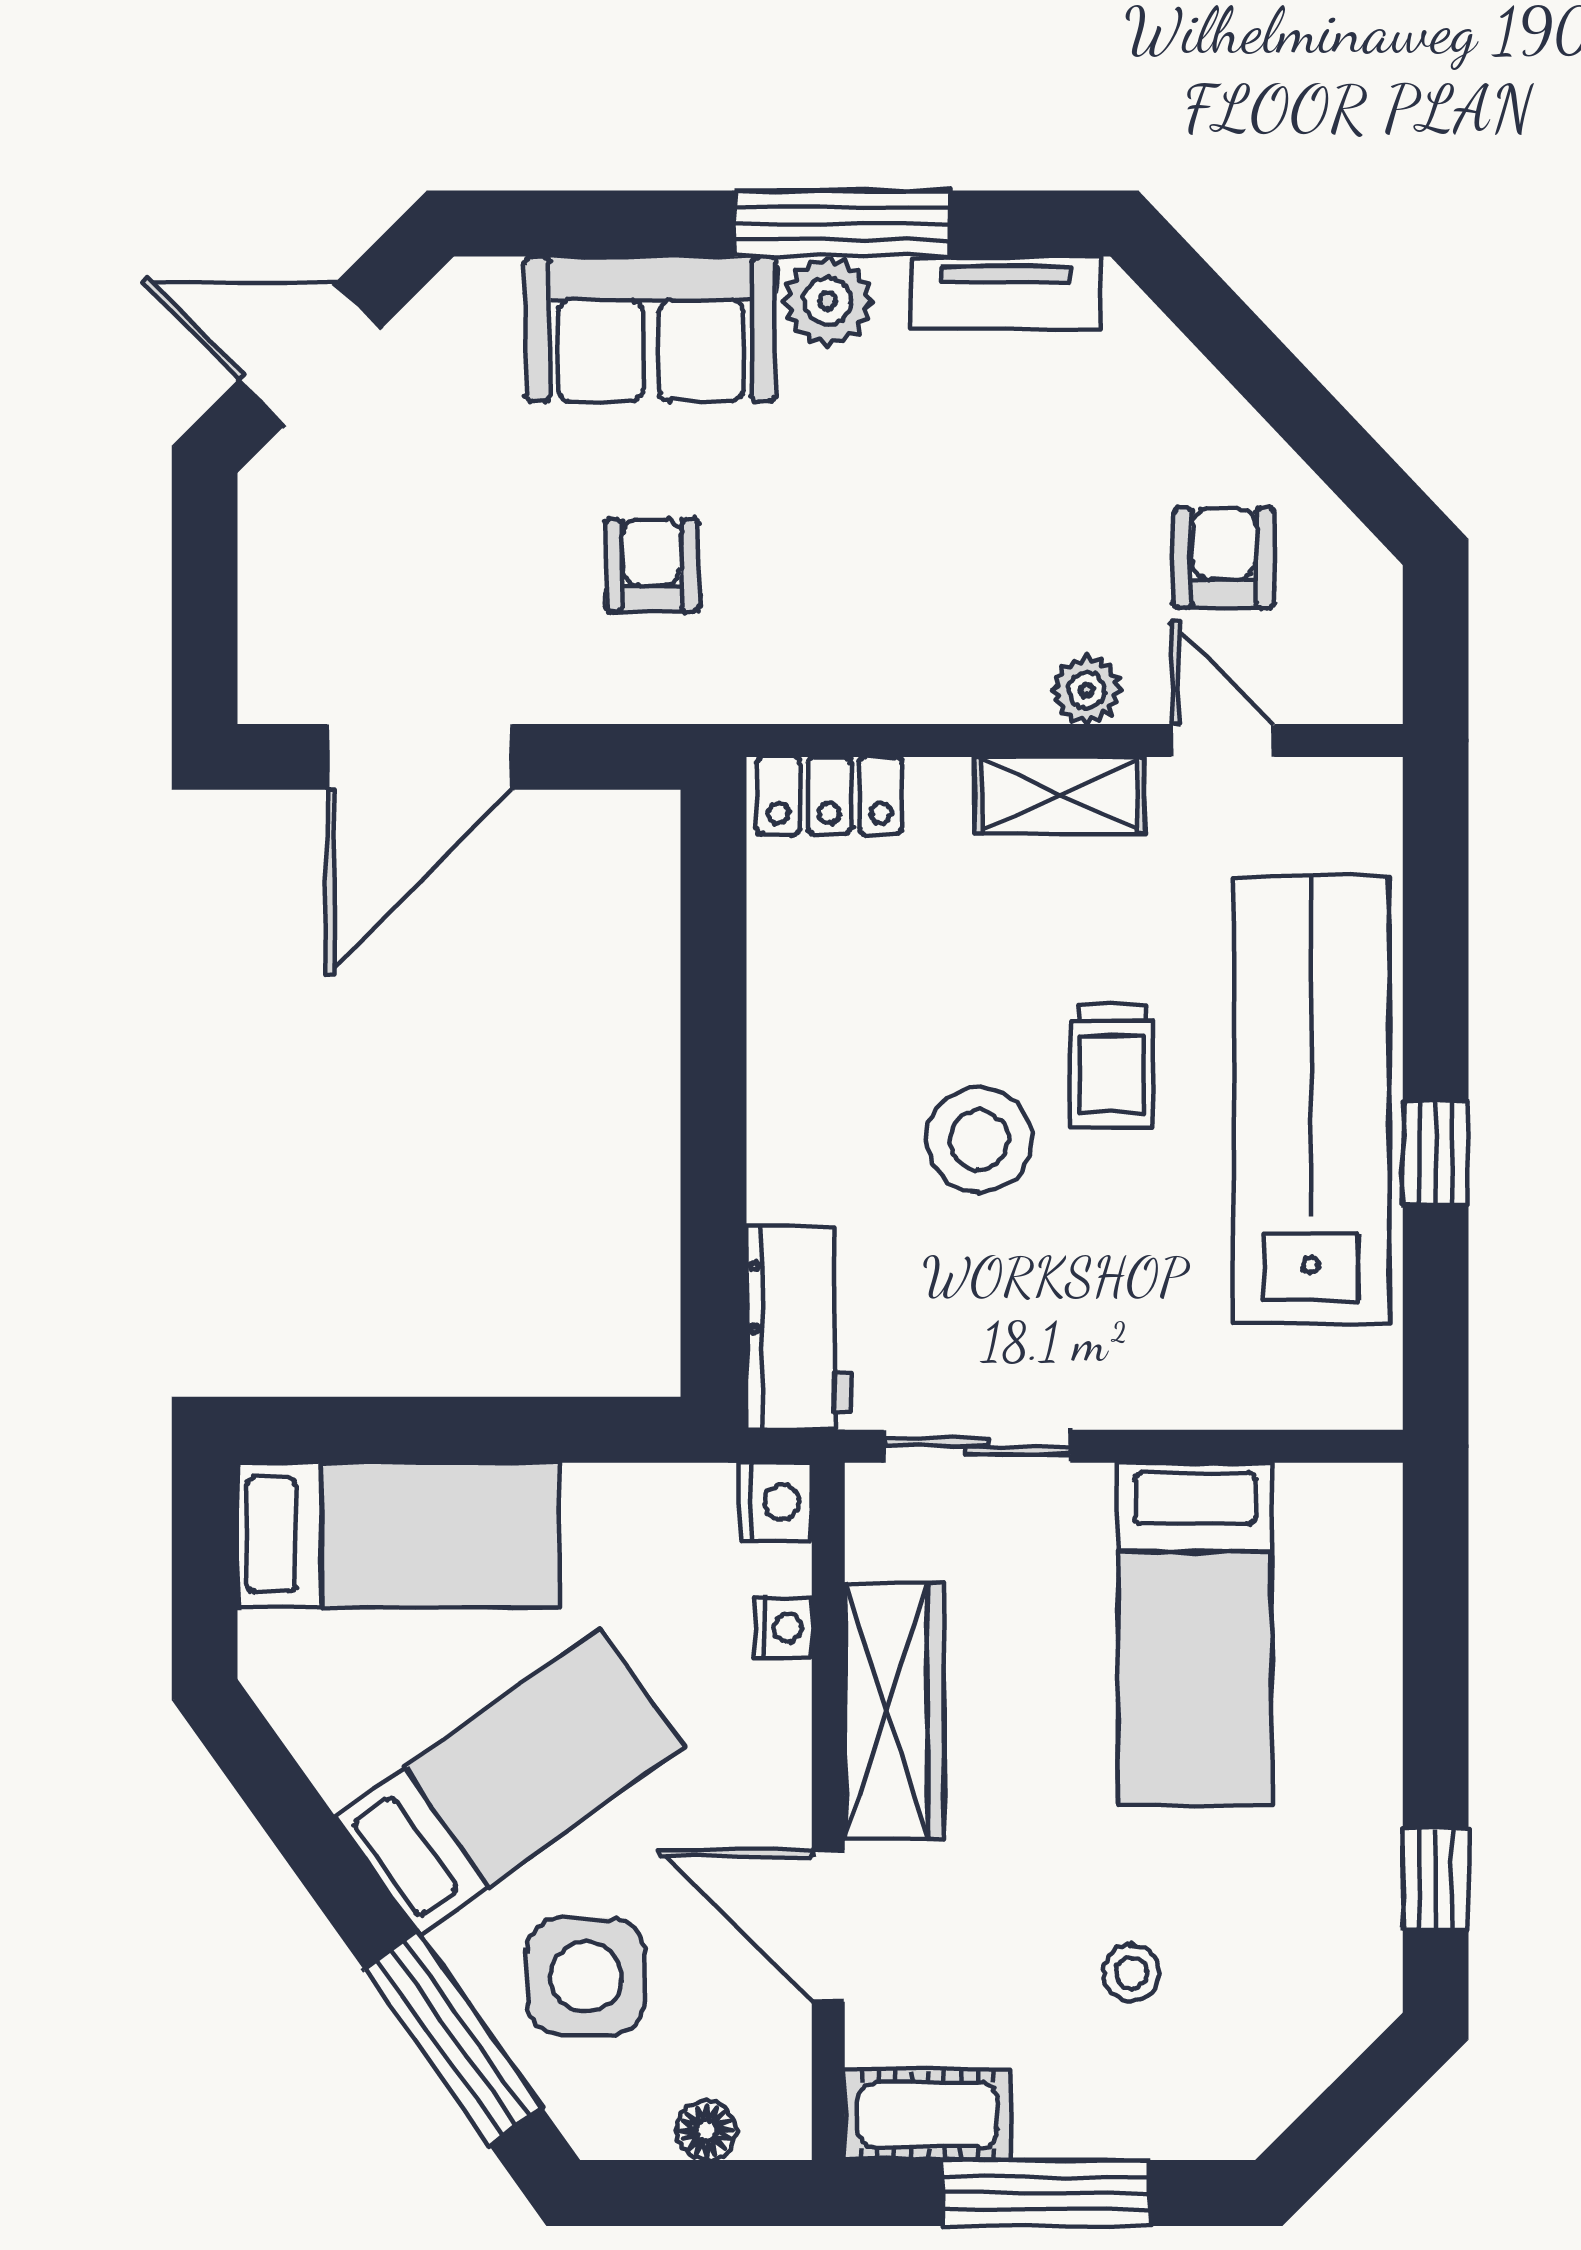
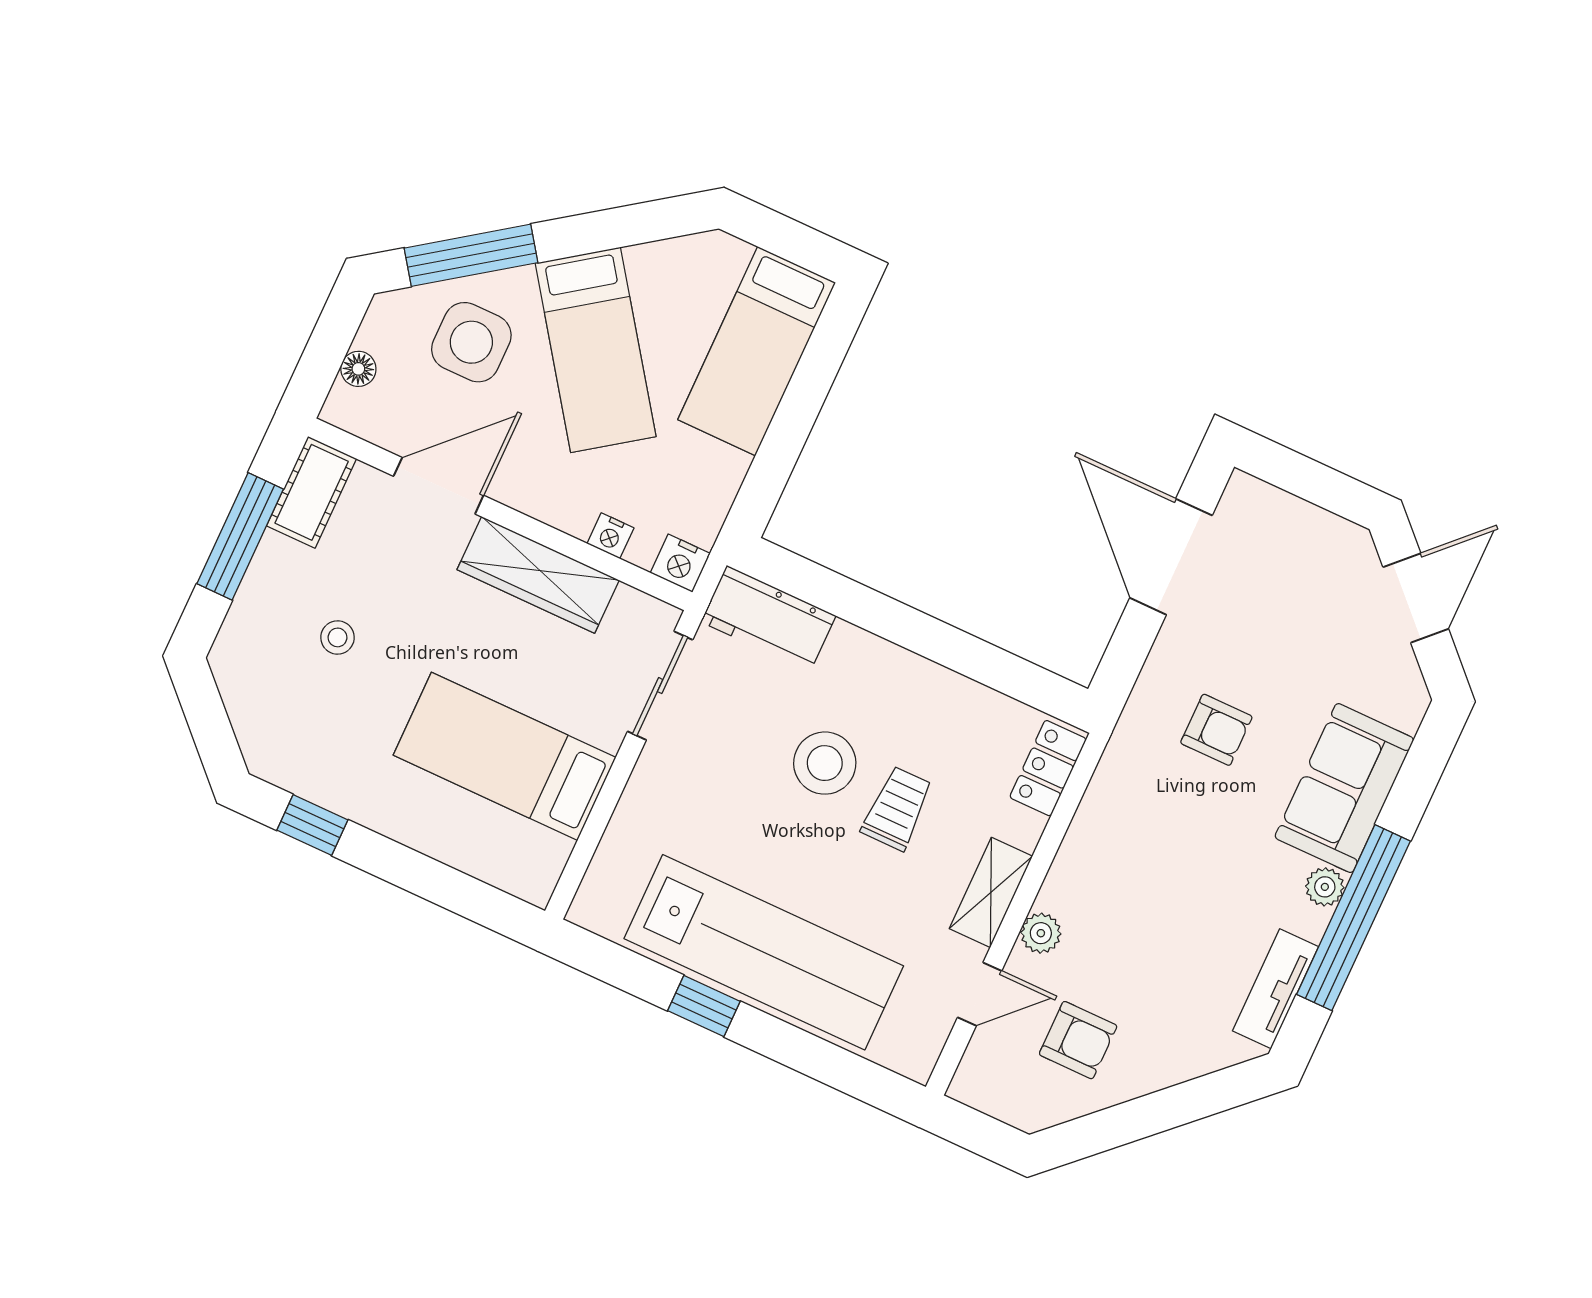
window: (842, 223) -> (1353, 918), width x1.46
plant: (828, 301) -> (1325, 887), width x0.73, depth x0.73
trolley: (1112, 1066) -> (897, 808), moved, turned 90

